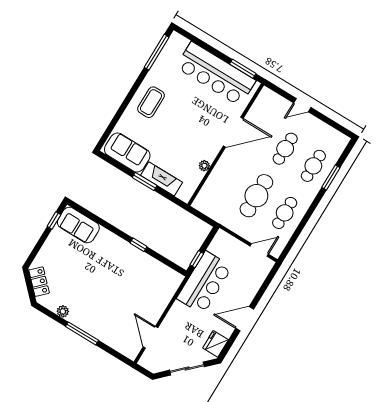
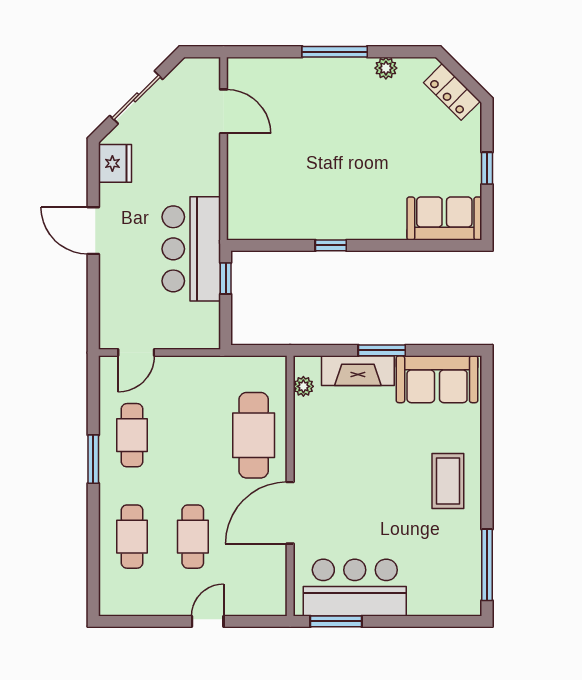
bar counter: (216, 74) -> (355, 588), width x0.73
plant: (204, 166) -> (303, 386), moved
window: (331, 177) -> (93, 459), moved
cafe table: (256, 196) -> (254, 435), moved
window: (54, 220) -> (487, 168), moved
door: (245, 319) -> (93, 231), swing flipped

